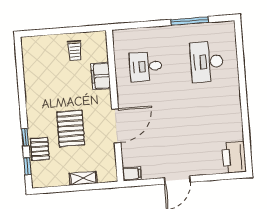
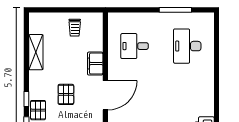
filing cabinet: (101, 76) -> (95, 64), moved
shelving: (32, 82) -> (36, 52), added
pallet: (71, 128) -> (66, 94), width x0.67, depth x0.71

